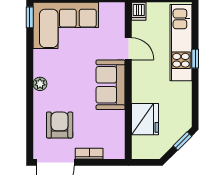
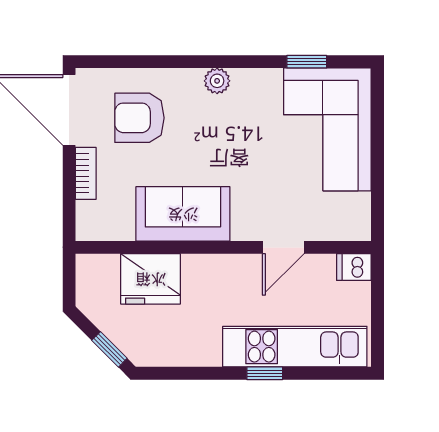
window: (30, 17) -> (307, 62), moved
sofa: (111, 85) -> (183, 214), moved
armchair: (60, 125) -> (139, 118), turned 180

